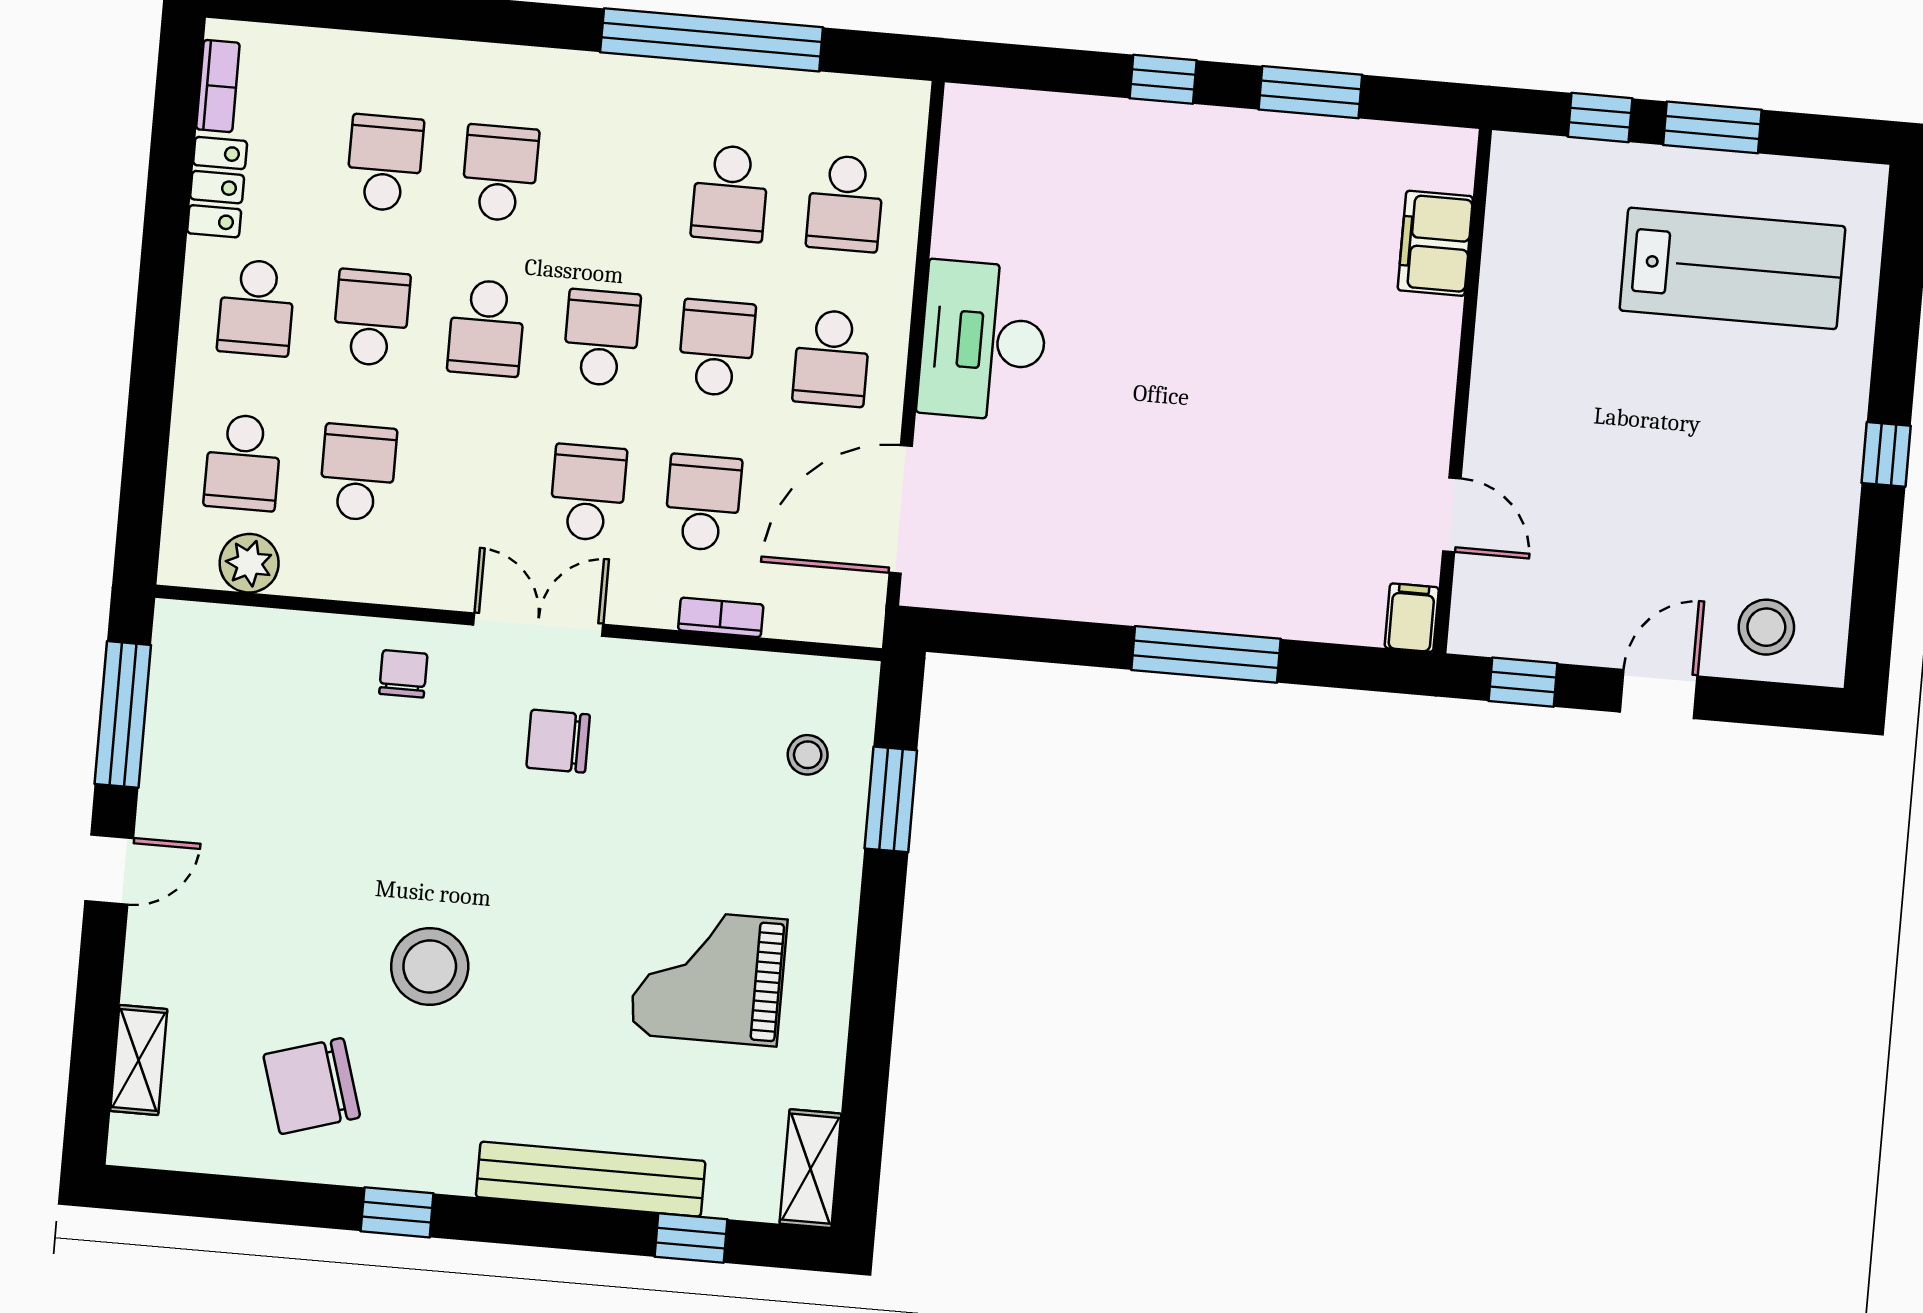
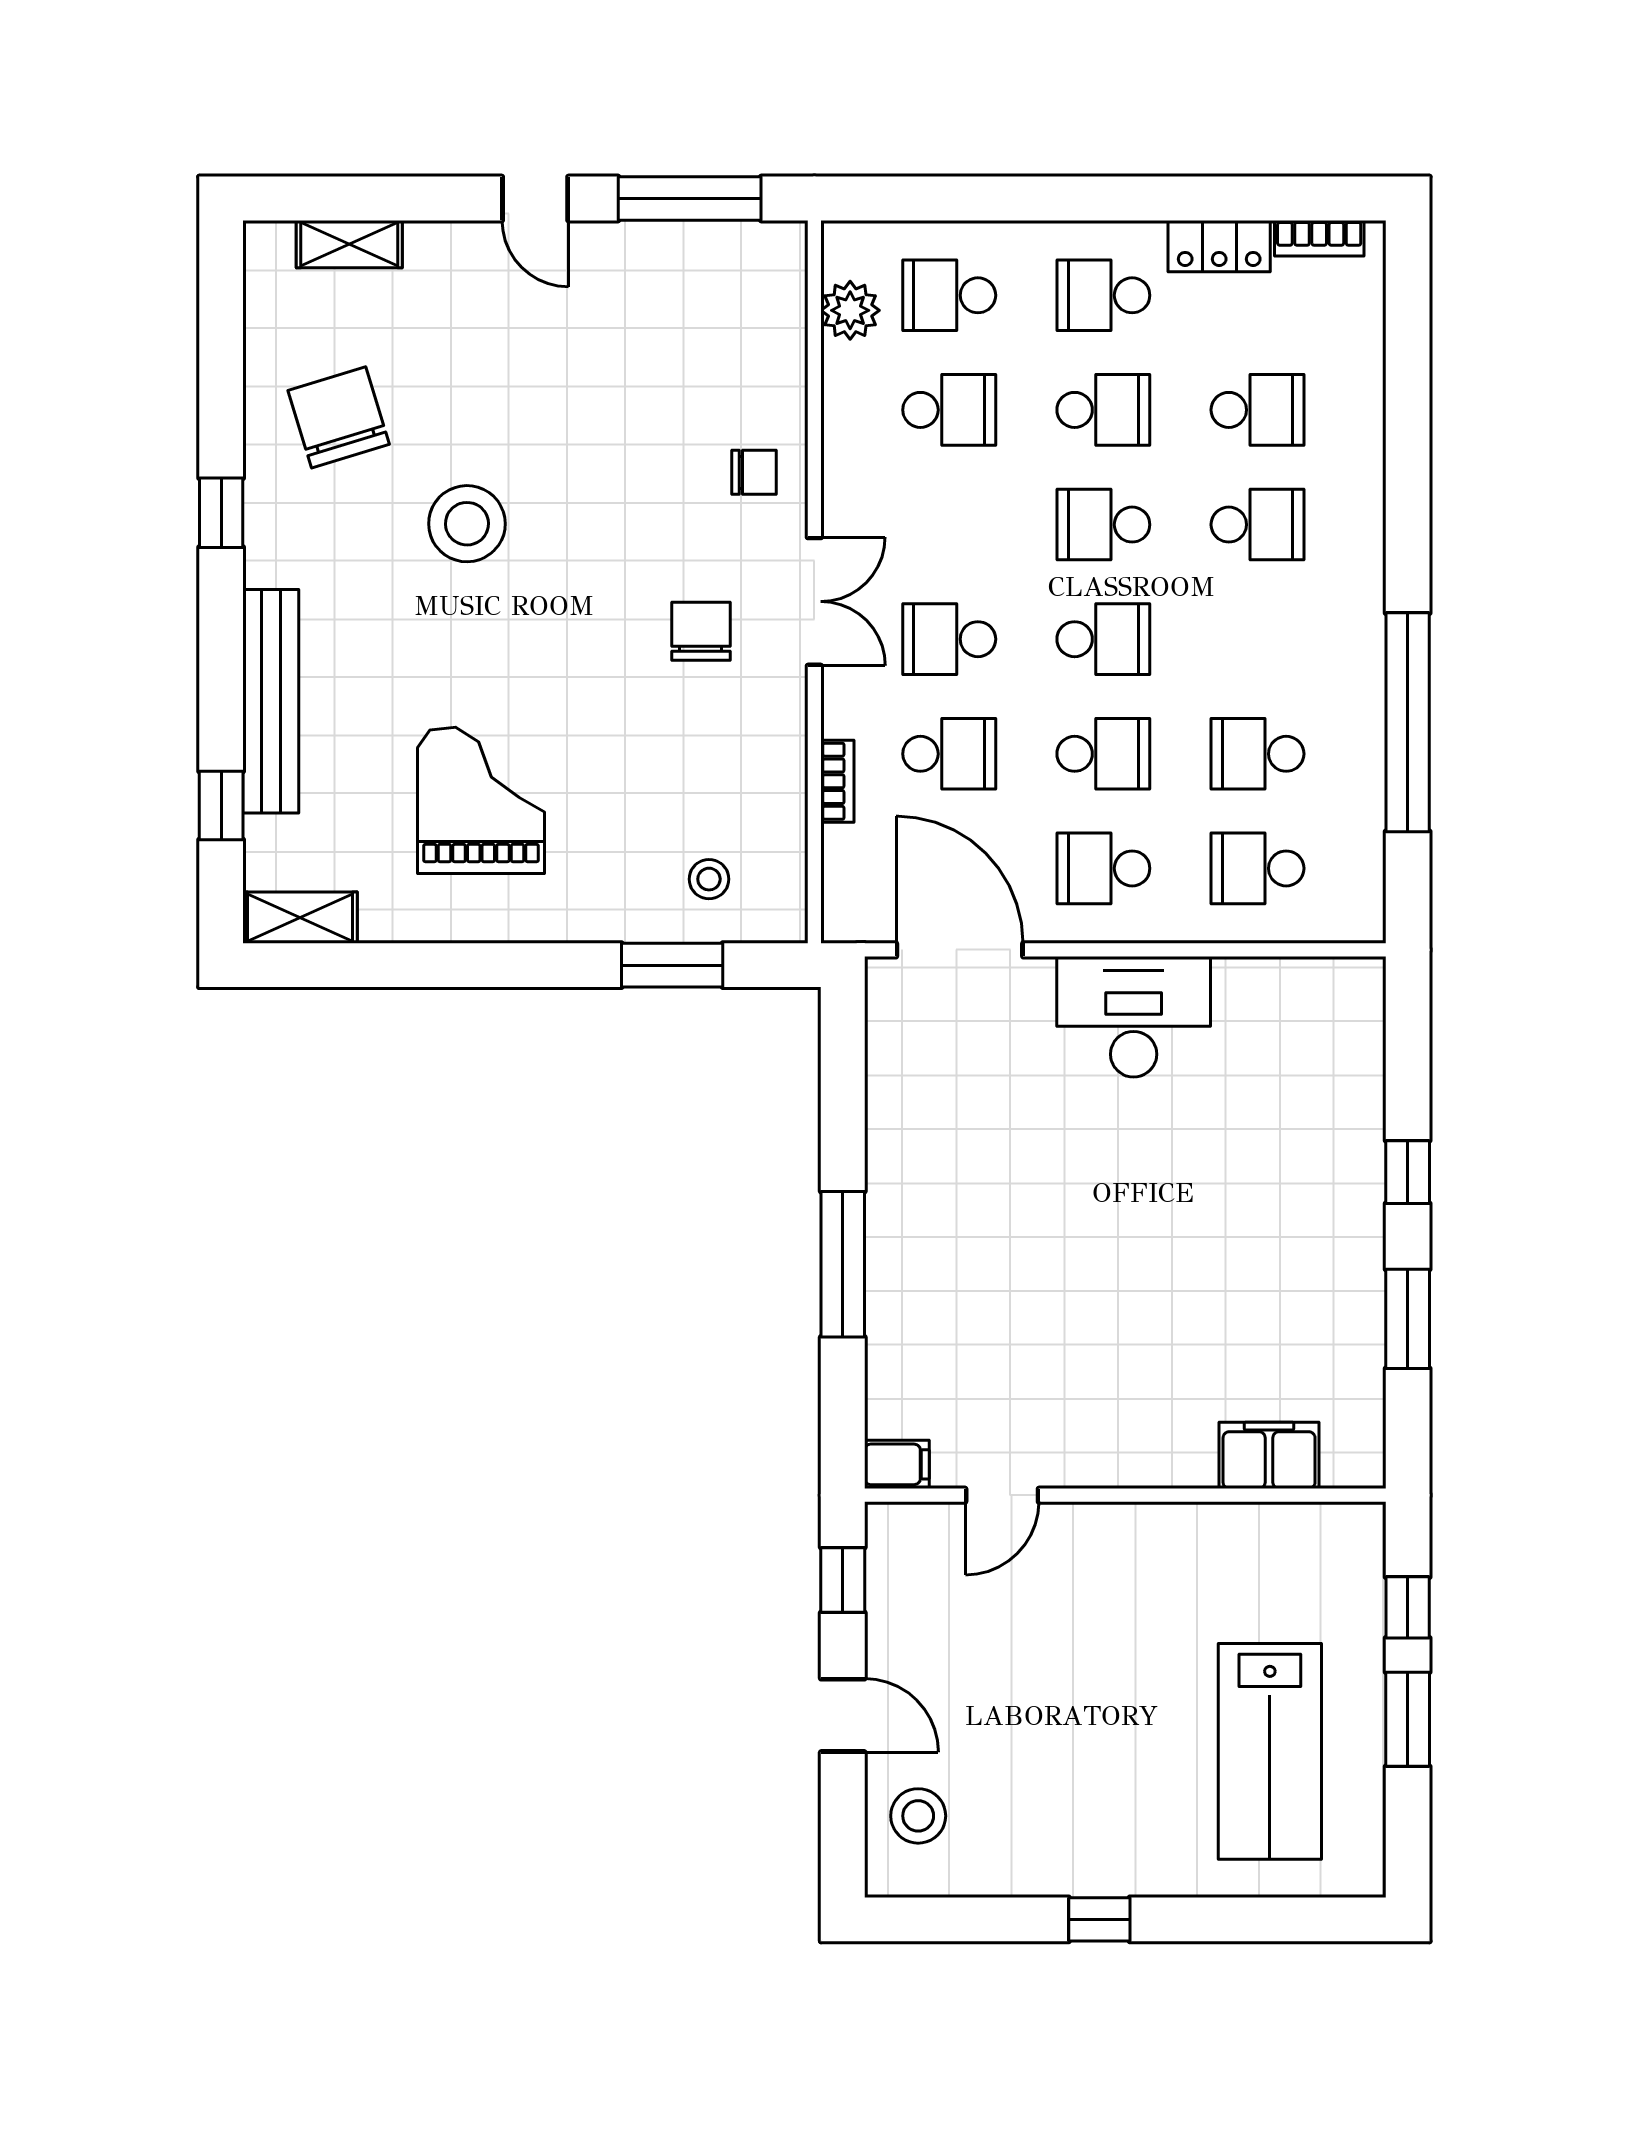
school desk: (588, 493) -> (949, 639), turned 180

